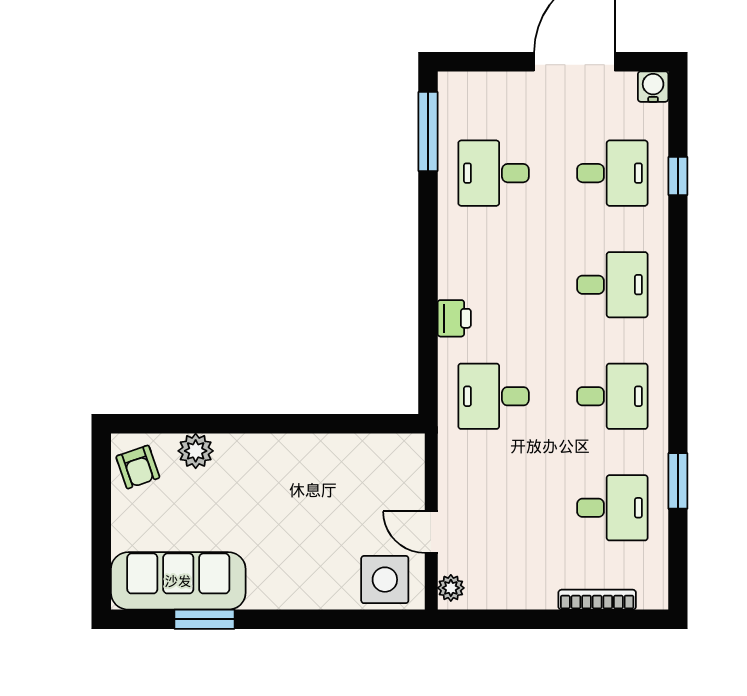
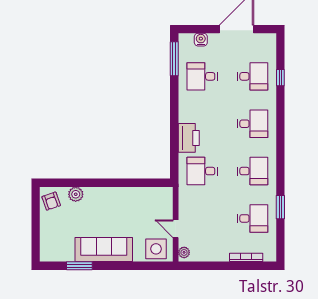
water cooler: (653, 87) -> (201, 40), moved
printer: (454, 318) -> (189, 138), width x1.87, depth x1.48
sofa: (178, 581) -> (104, 249), moved

